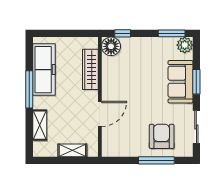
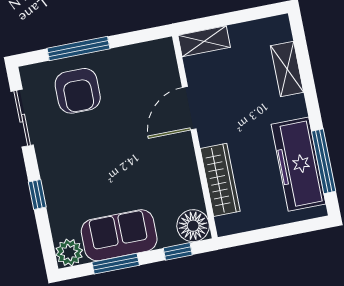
window: (172, 33) -> (116, 264), moved
sofa: (180, 82) -> (119, 235), moved, turned -90
window: (196, 82) -> (37, 195), width x0.67
window: (29, 89) -> (324, 161), moved
shelving: (72, 150) -> (204, 41), moved

